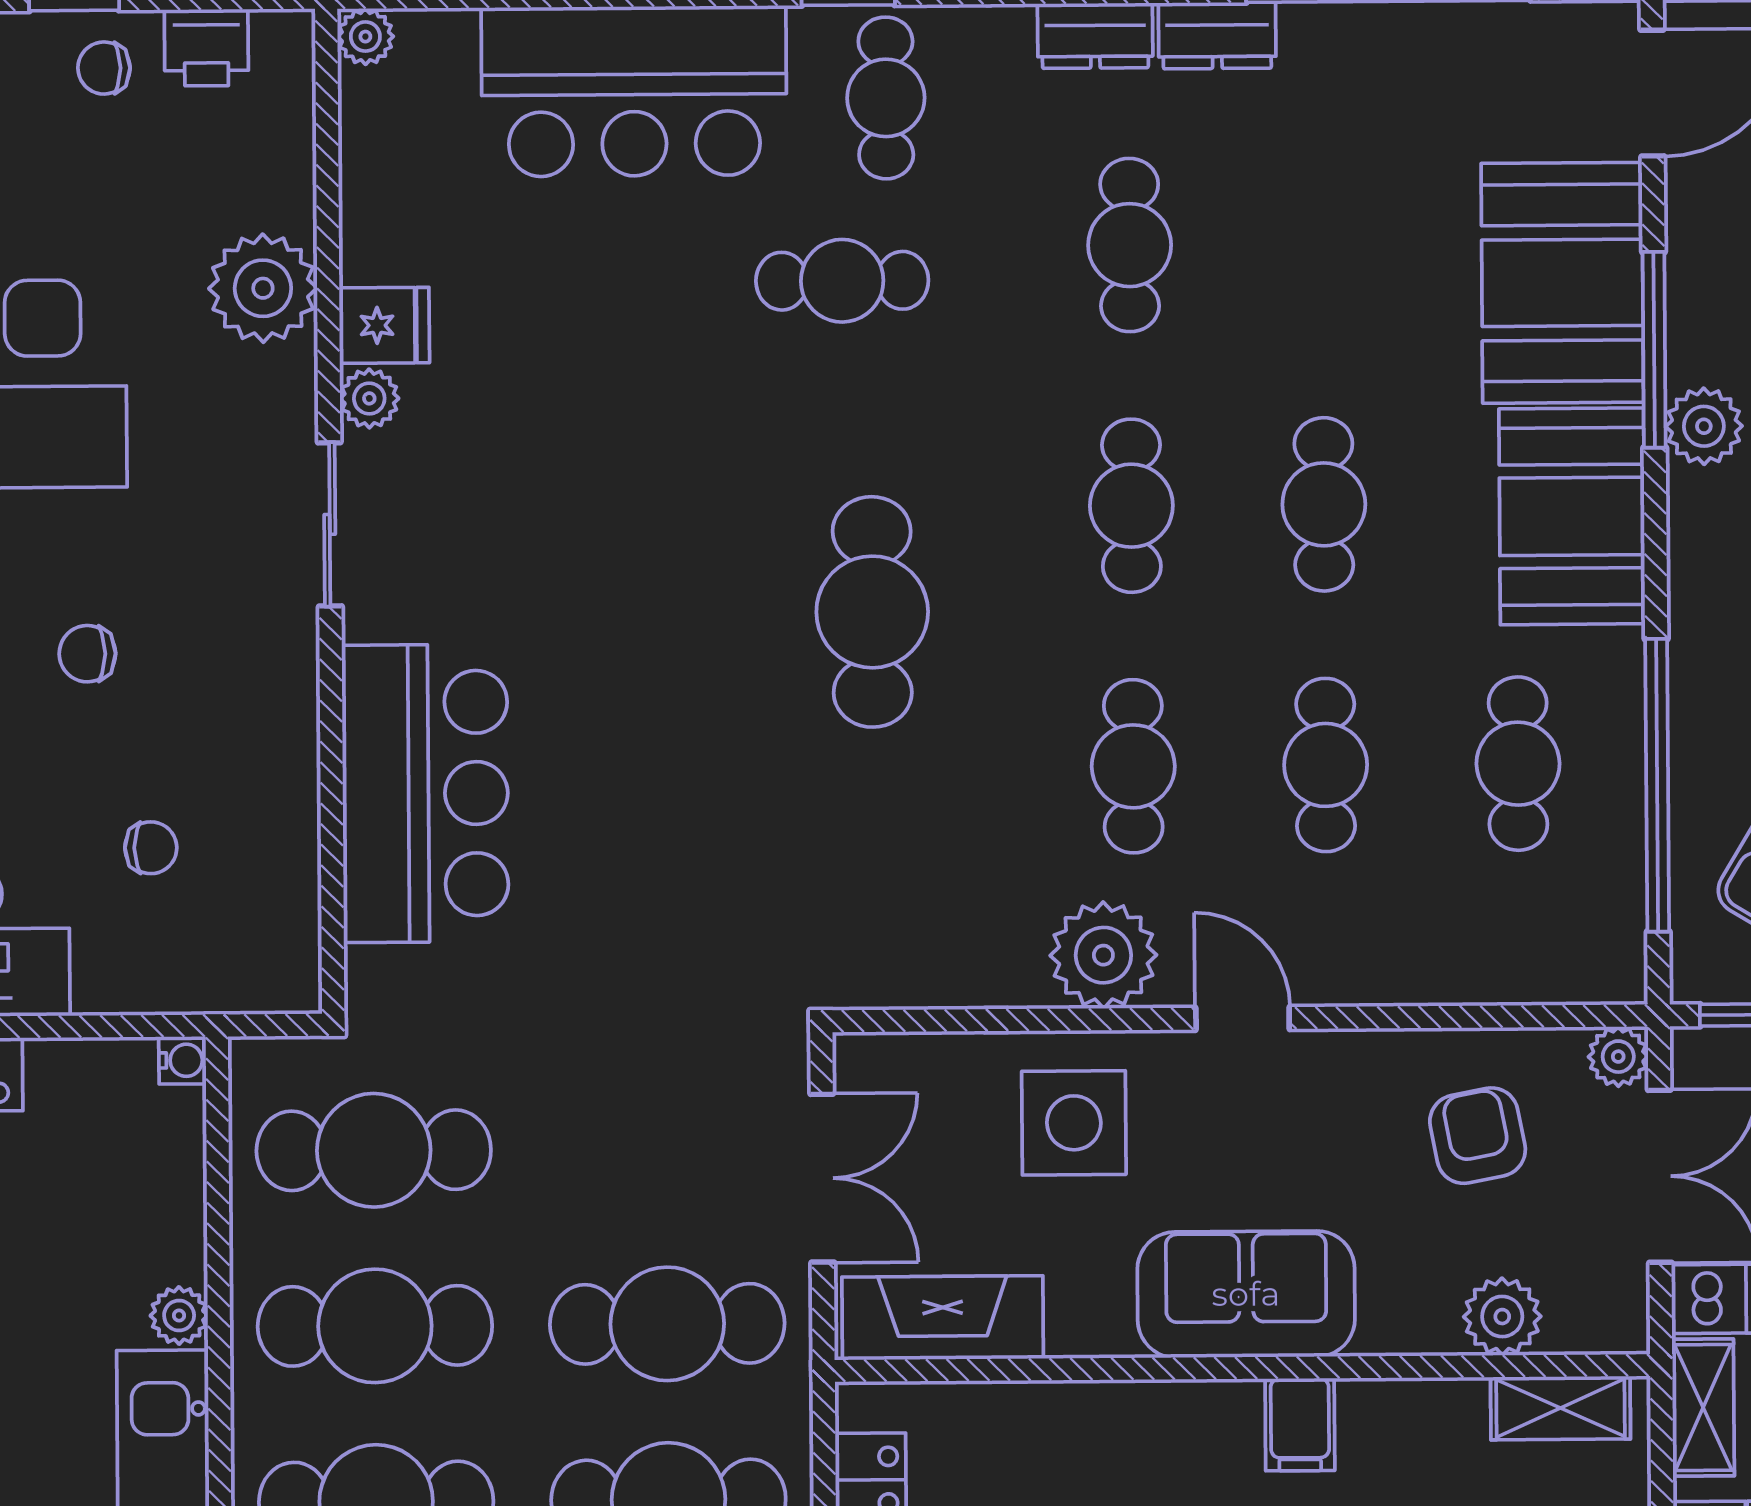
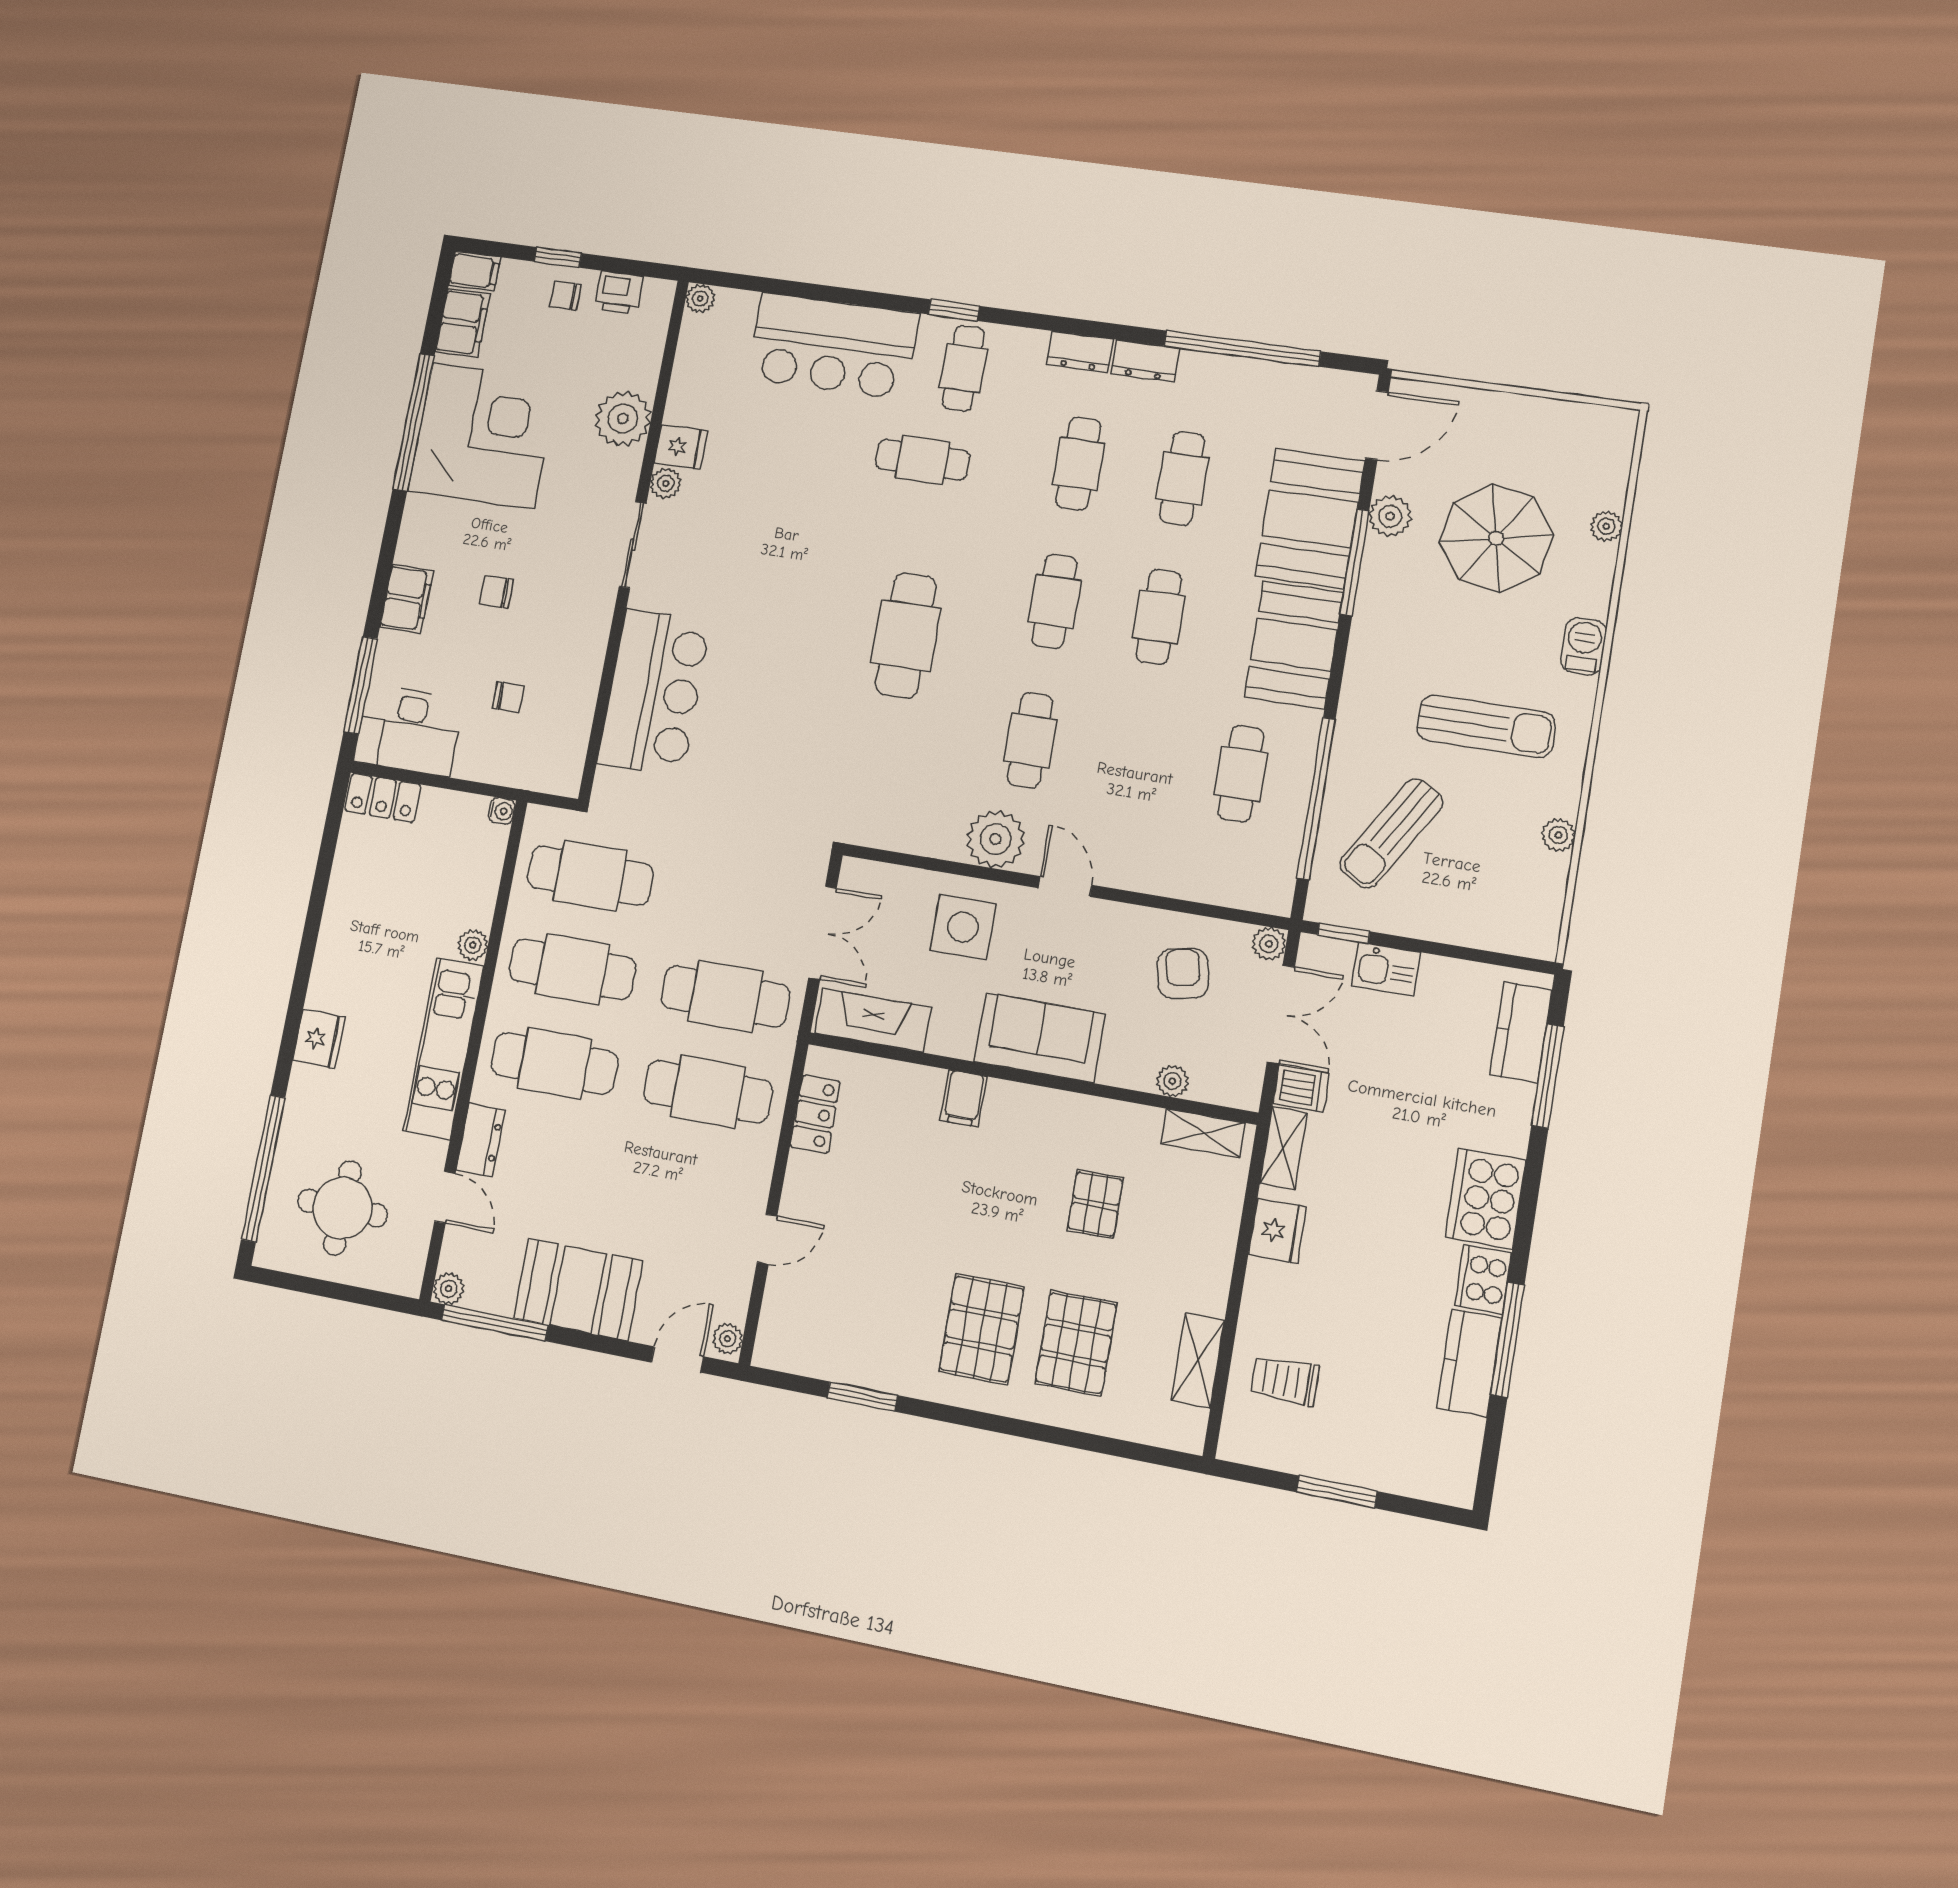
plant: (1704, 426) -> (1390, 516), moved
cafe table: (1326, 765) -> (1182, 478), moved
plant: (1502, 1317) -> (1172, 1081), width x0.73, depth x0.73
filing cabinet: (1300, 1425) -> (964, 1098), moved

